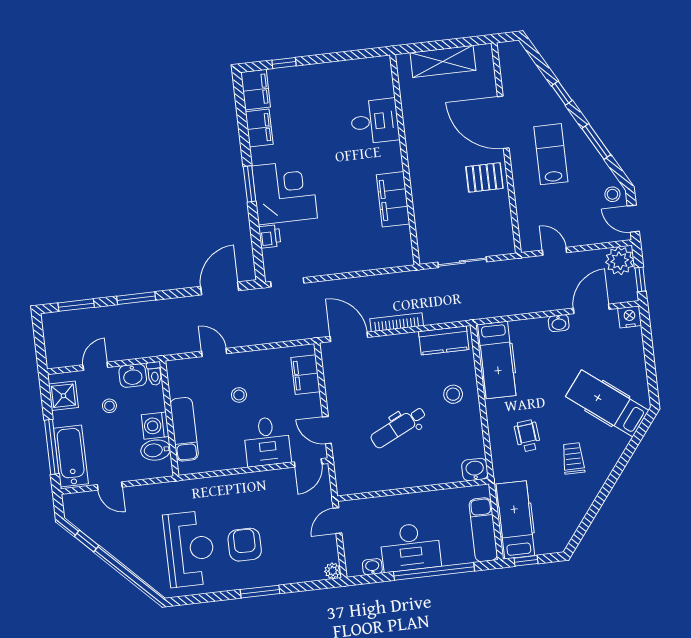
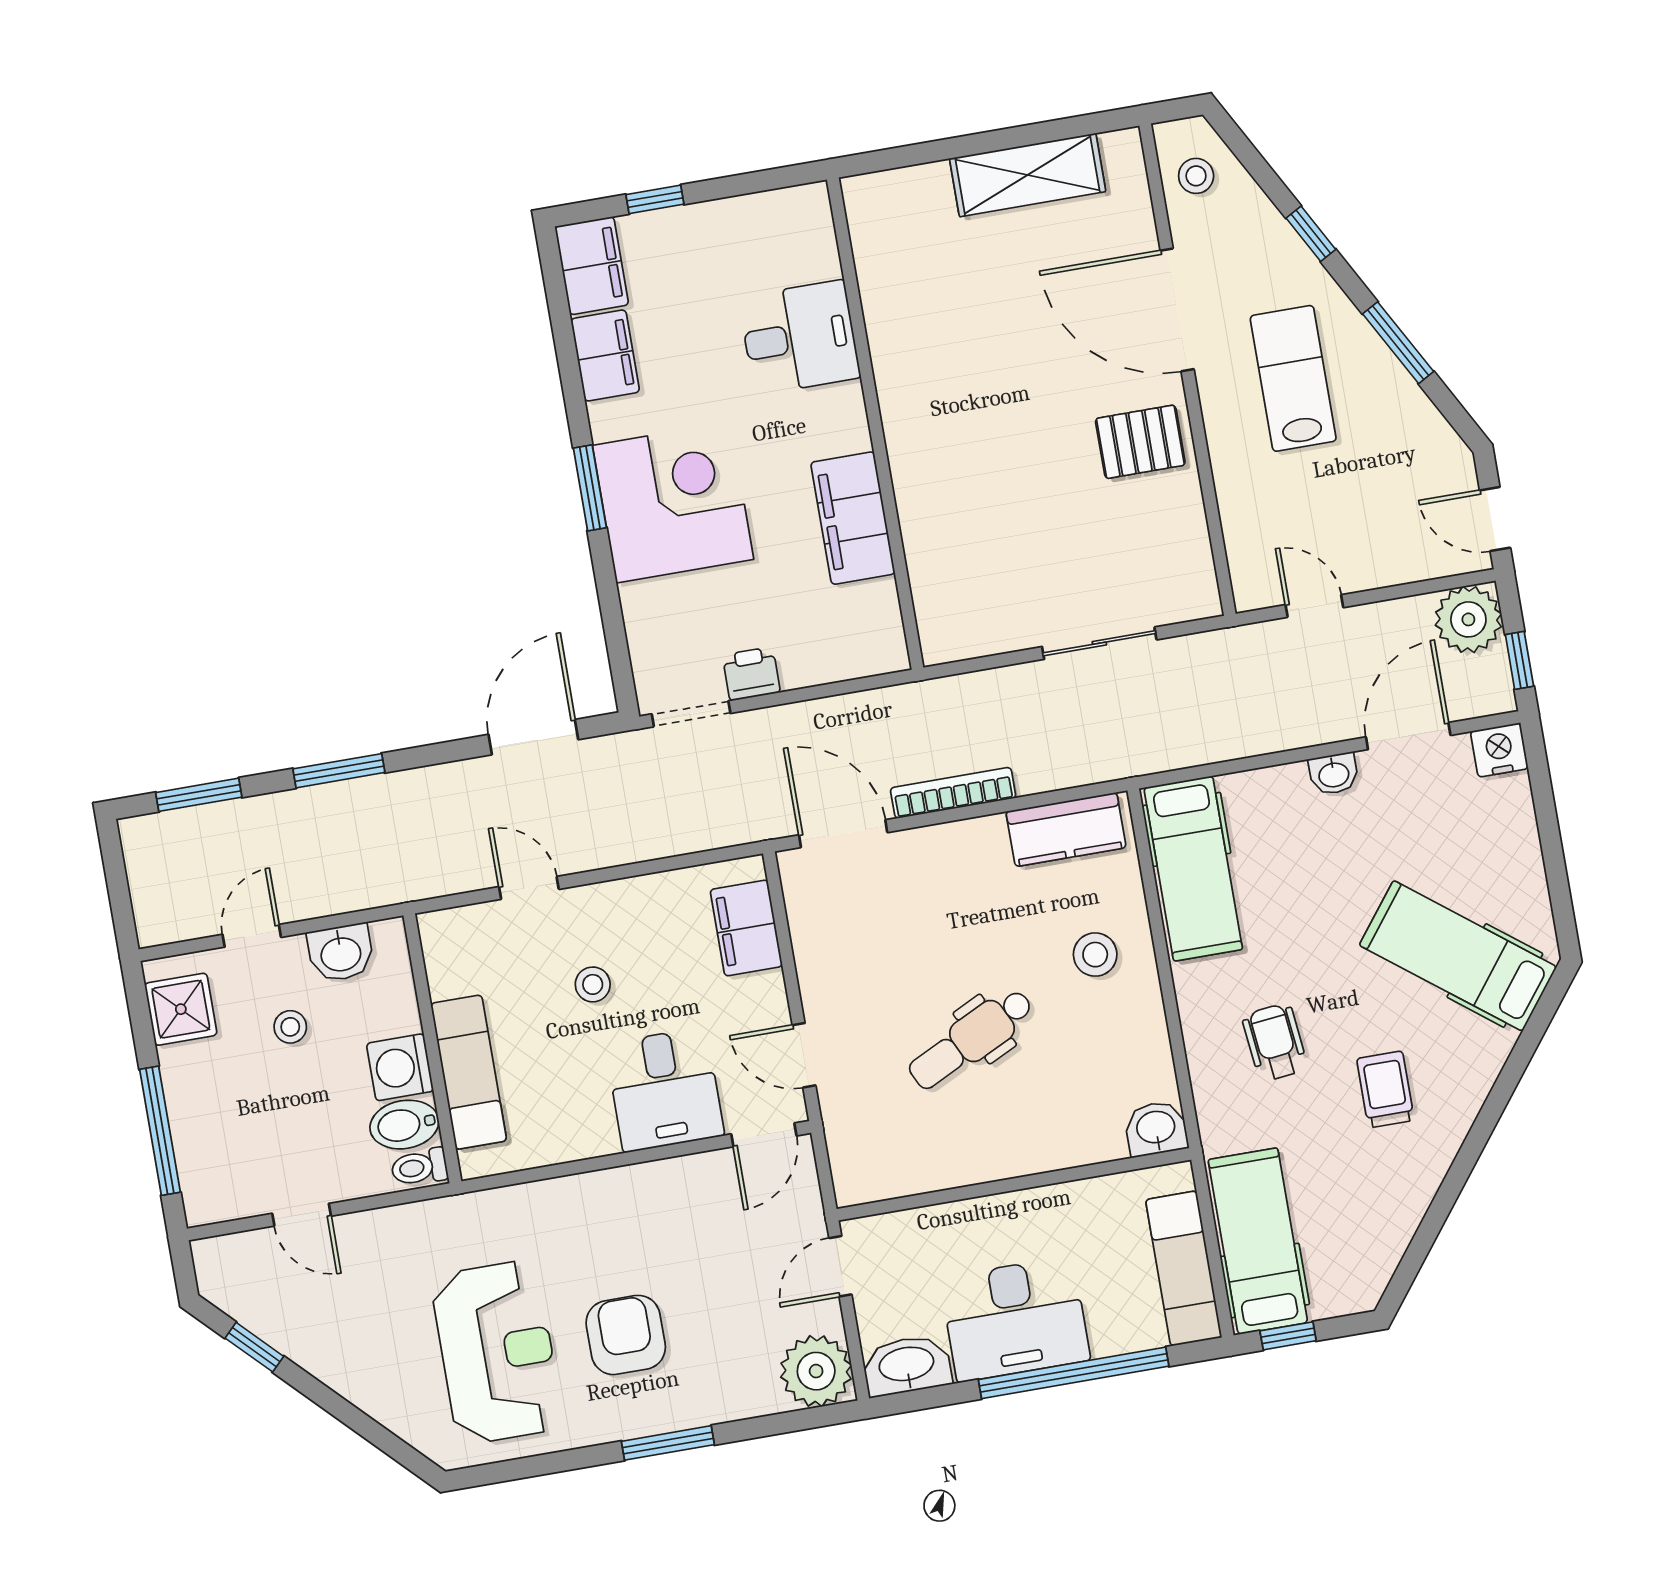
desk: (375, 121) -> (800, 337), moved
wall: (405, 160) -> (875, 424), moved
stool: (612, 194) -> (1196, 176), moved
filing cabinet: (393, 199) -> (853, 518), moved
printer: (270, 236) -> (751, 674), moved, turned -90
toilet: (154, 373) -> (419, 1167), moved, turned 90
bathtub: (71, 456) -> (206, 1150), removed
washbasin: (372, 567) -> (907, 1365), width x1.91, depth x1.45
plant: (333, 571) -> (816, 1371), width x1.88, depth x1.88

